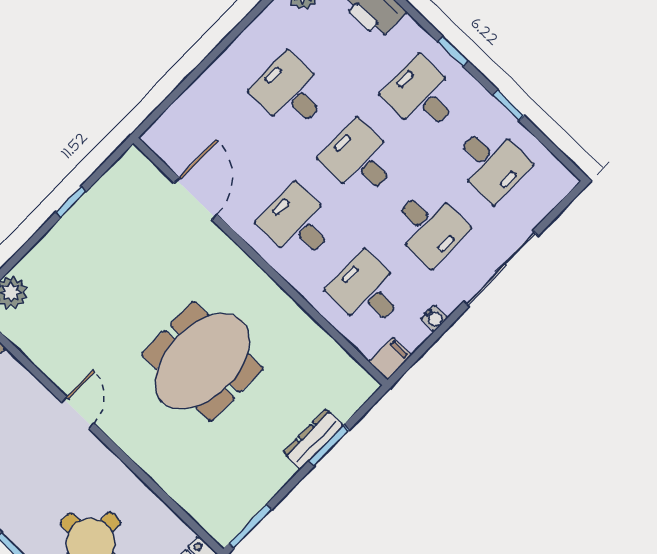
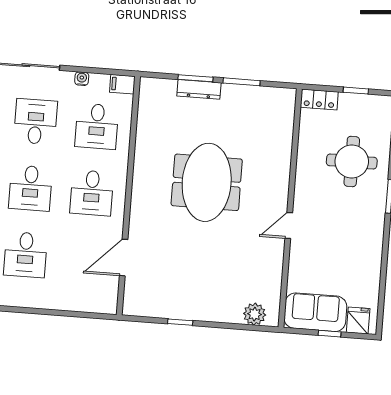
meeting table: (202, 361) -> (207, 182), turned 90
window: (250, 526) -> (242, 82), moved

